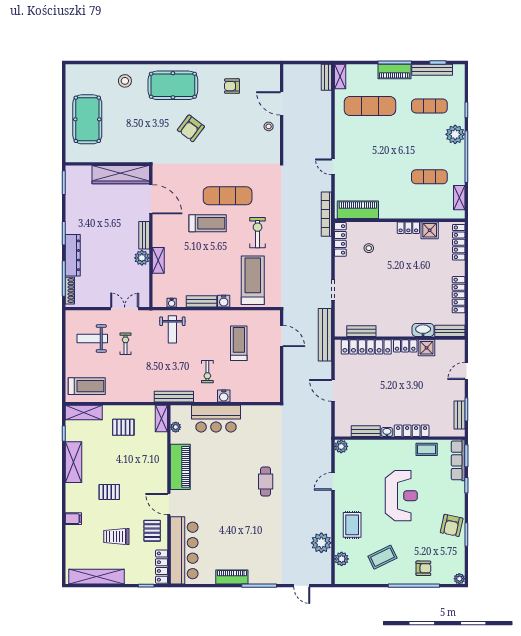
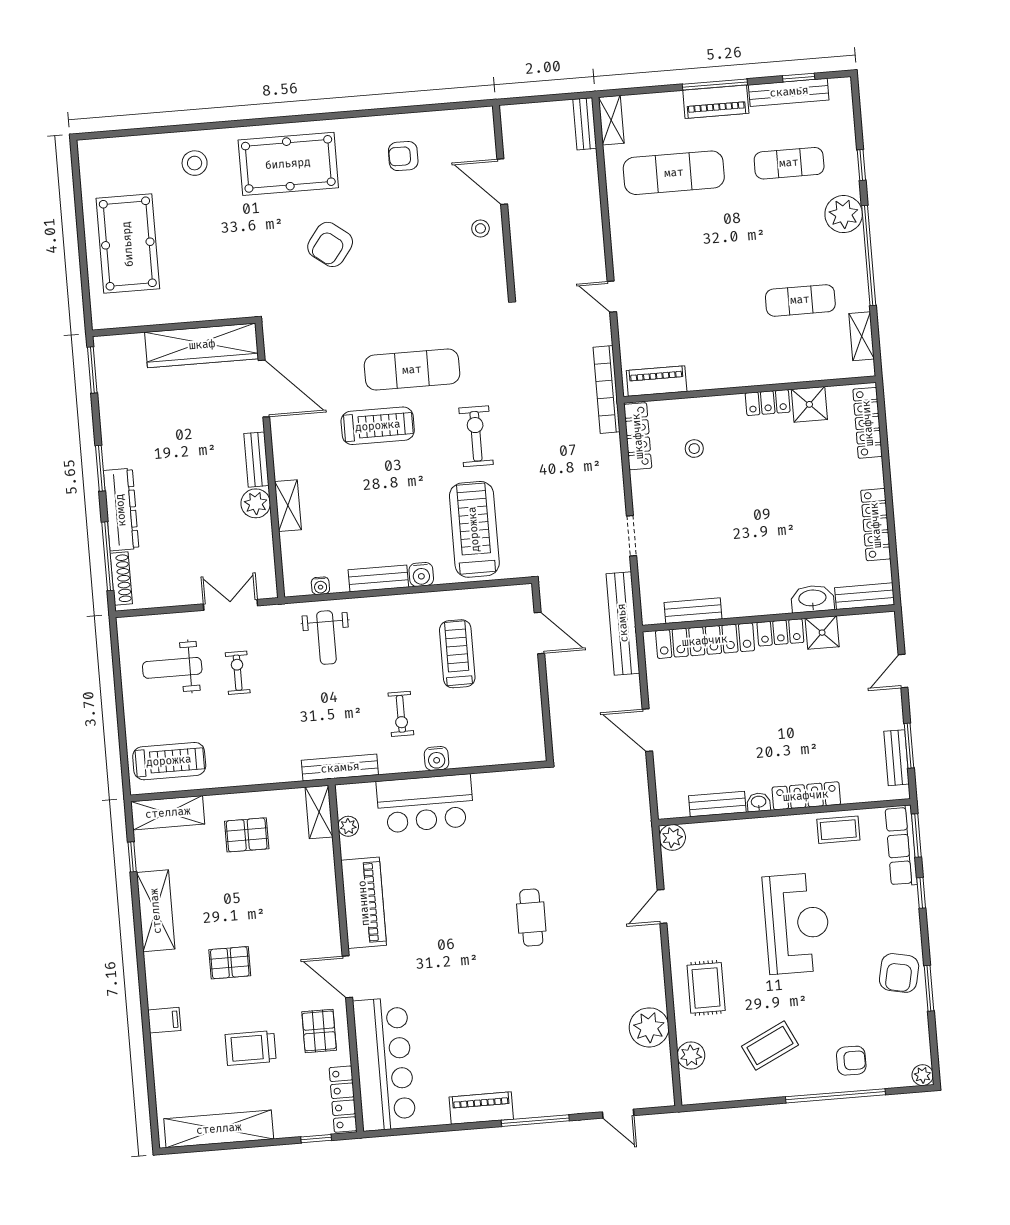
piano: (358, 210) -> (657, 381), width x0.73, depth x0.75

